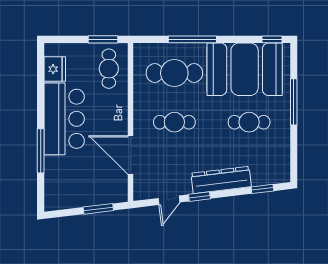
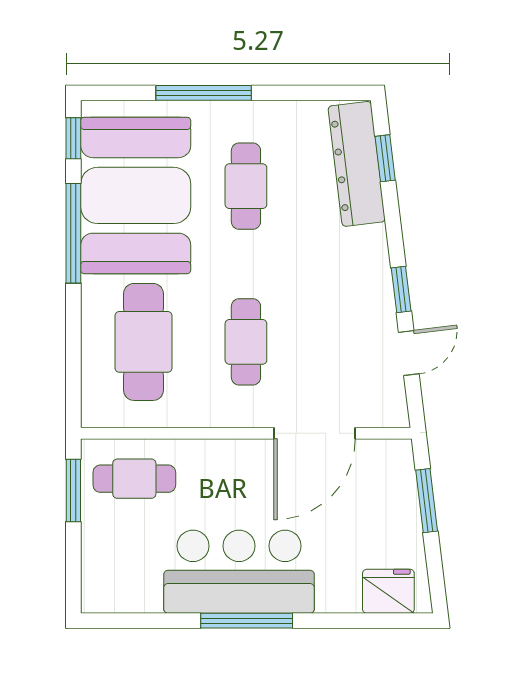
window: (192, 39) -> (73, 233), moved
fridge: (55, 69) -> (388, 591), moved
window: (41, 151) -> (247, 621), moved
dresser: (221, 180) -> (357, 164), moved
door: (169, 200) -> (409, 353), hinge flipped

